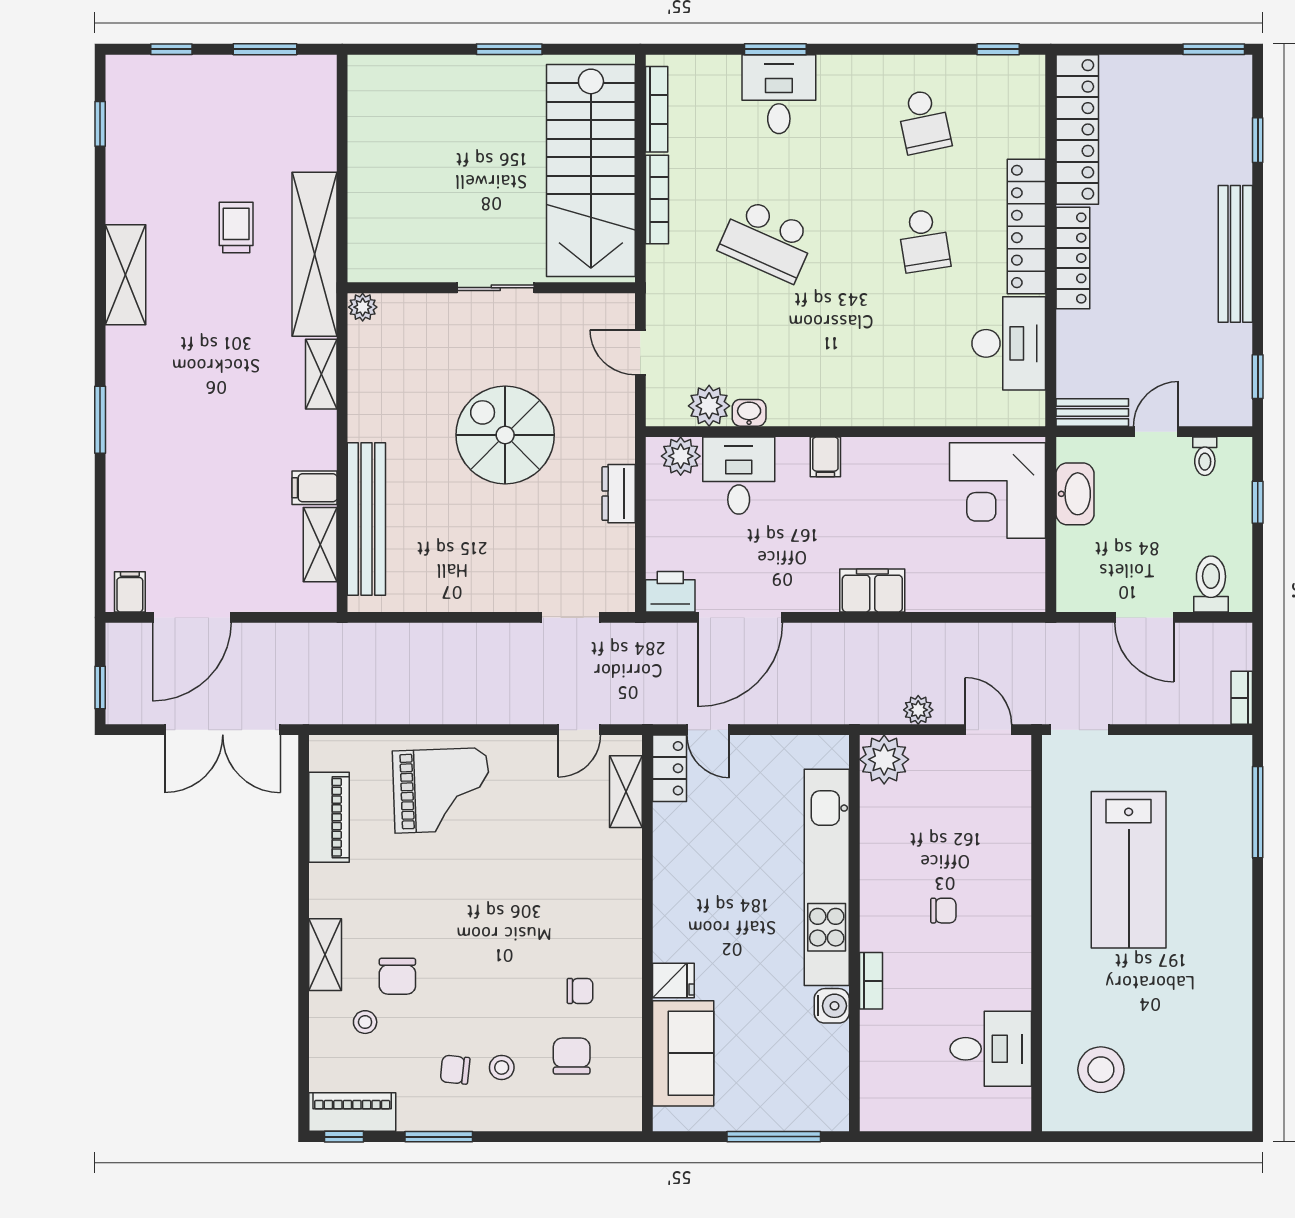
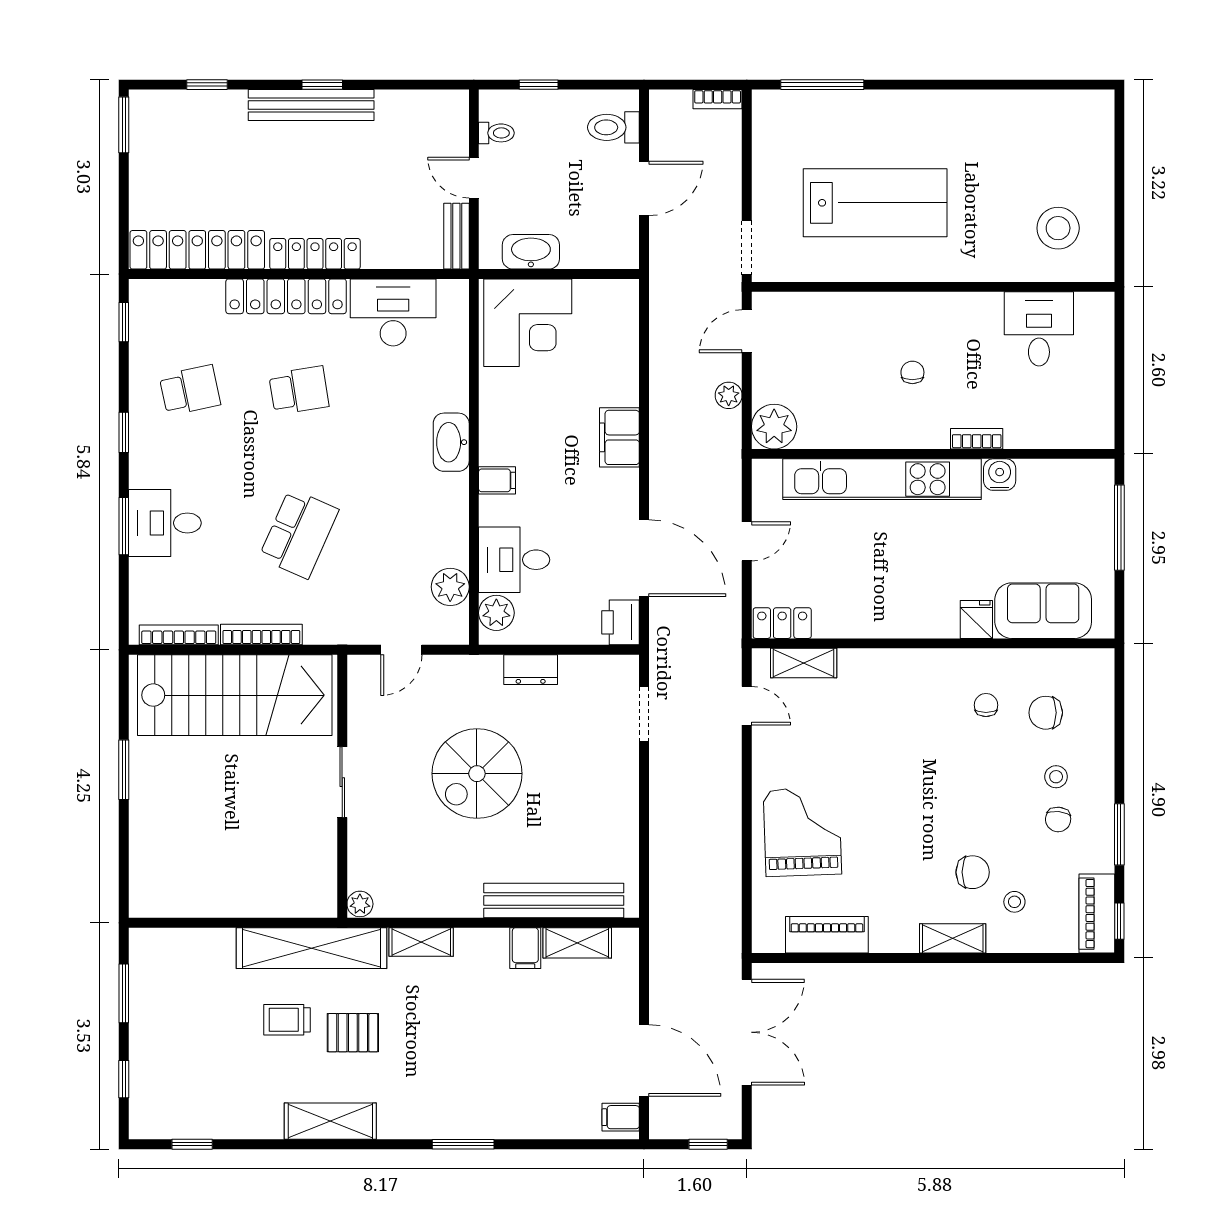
window: (878, 49) -> (124, 432), added
pallet: (222, 299) -> (353, 1033), added
window: (1258, 377) -> (322, 85), moved
washbasin: (749, 413) -> (451, 442), moved, width x1.91, depth x1.45
door: (708, 730) -> (747, 541), moved

